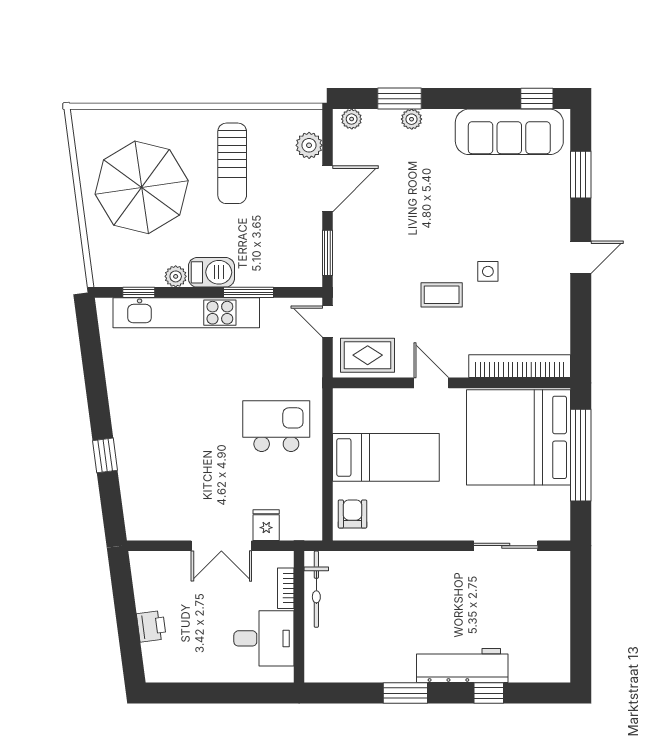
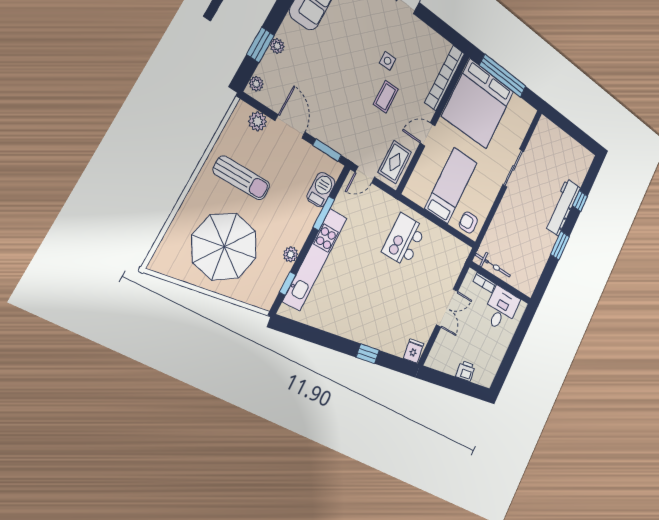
barbecue: (211, 272) -> (321, 190), moved
fridge: (266, 525) -> (414, 351), moved, turned 82
sliding door: (506, 546) -> (513, 168), moved

